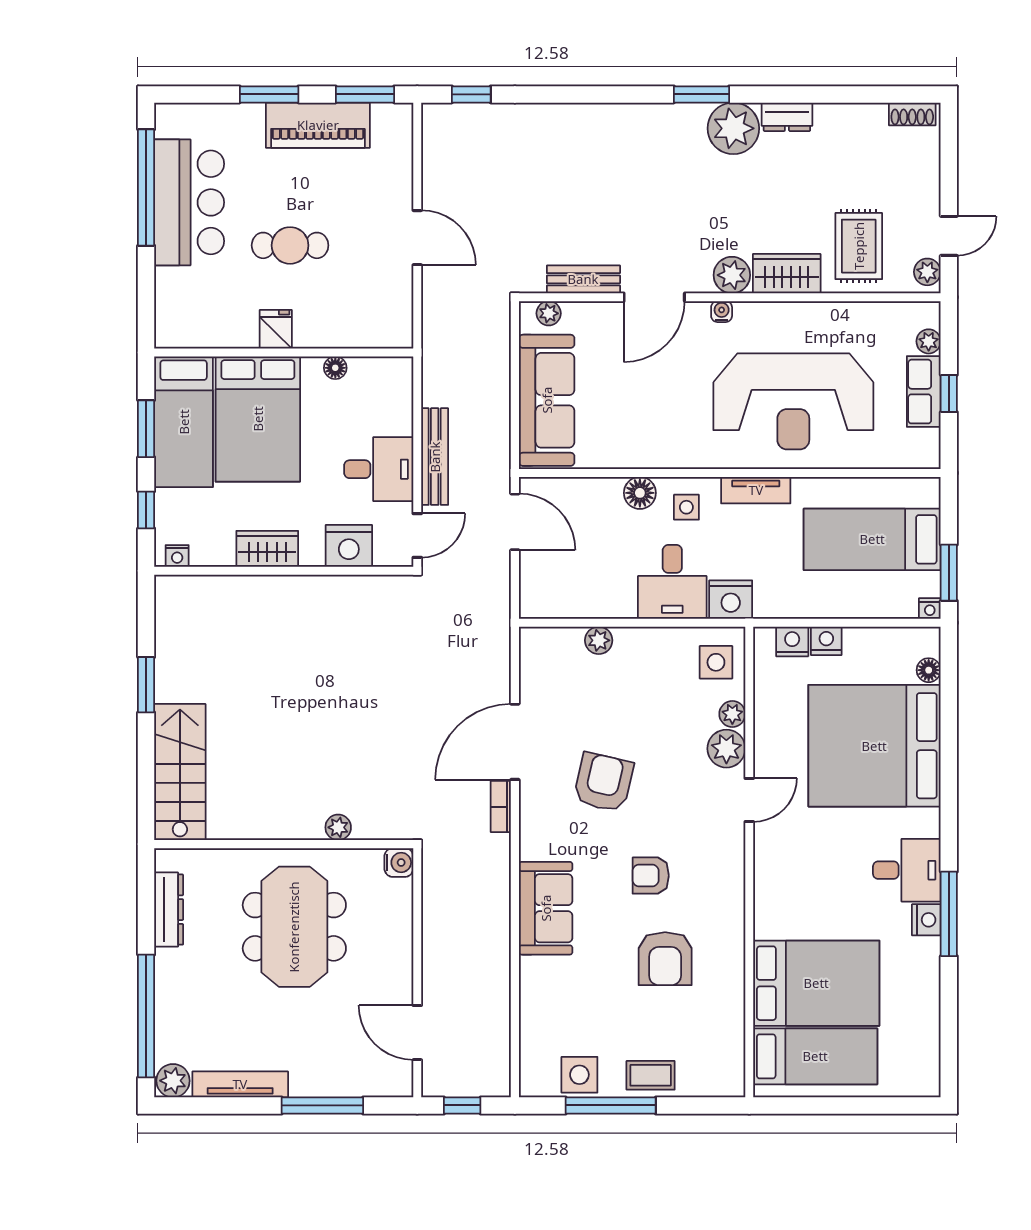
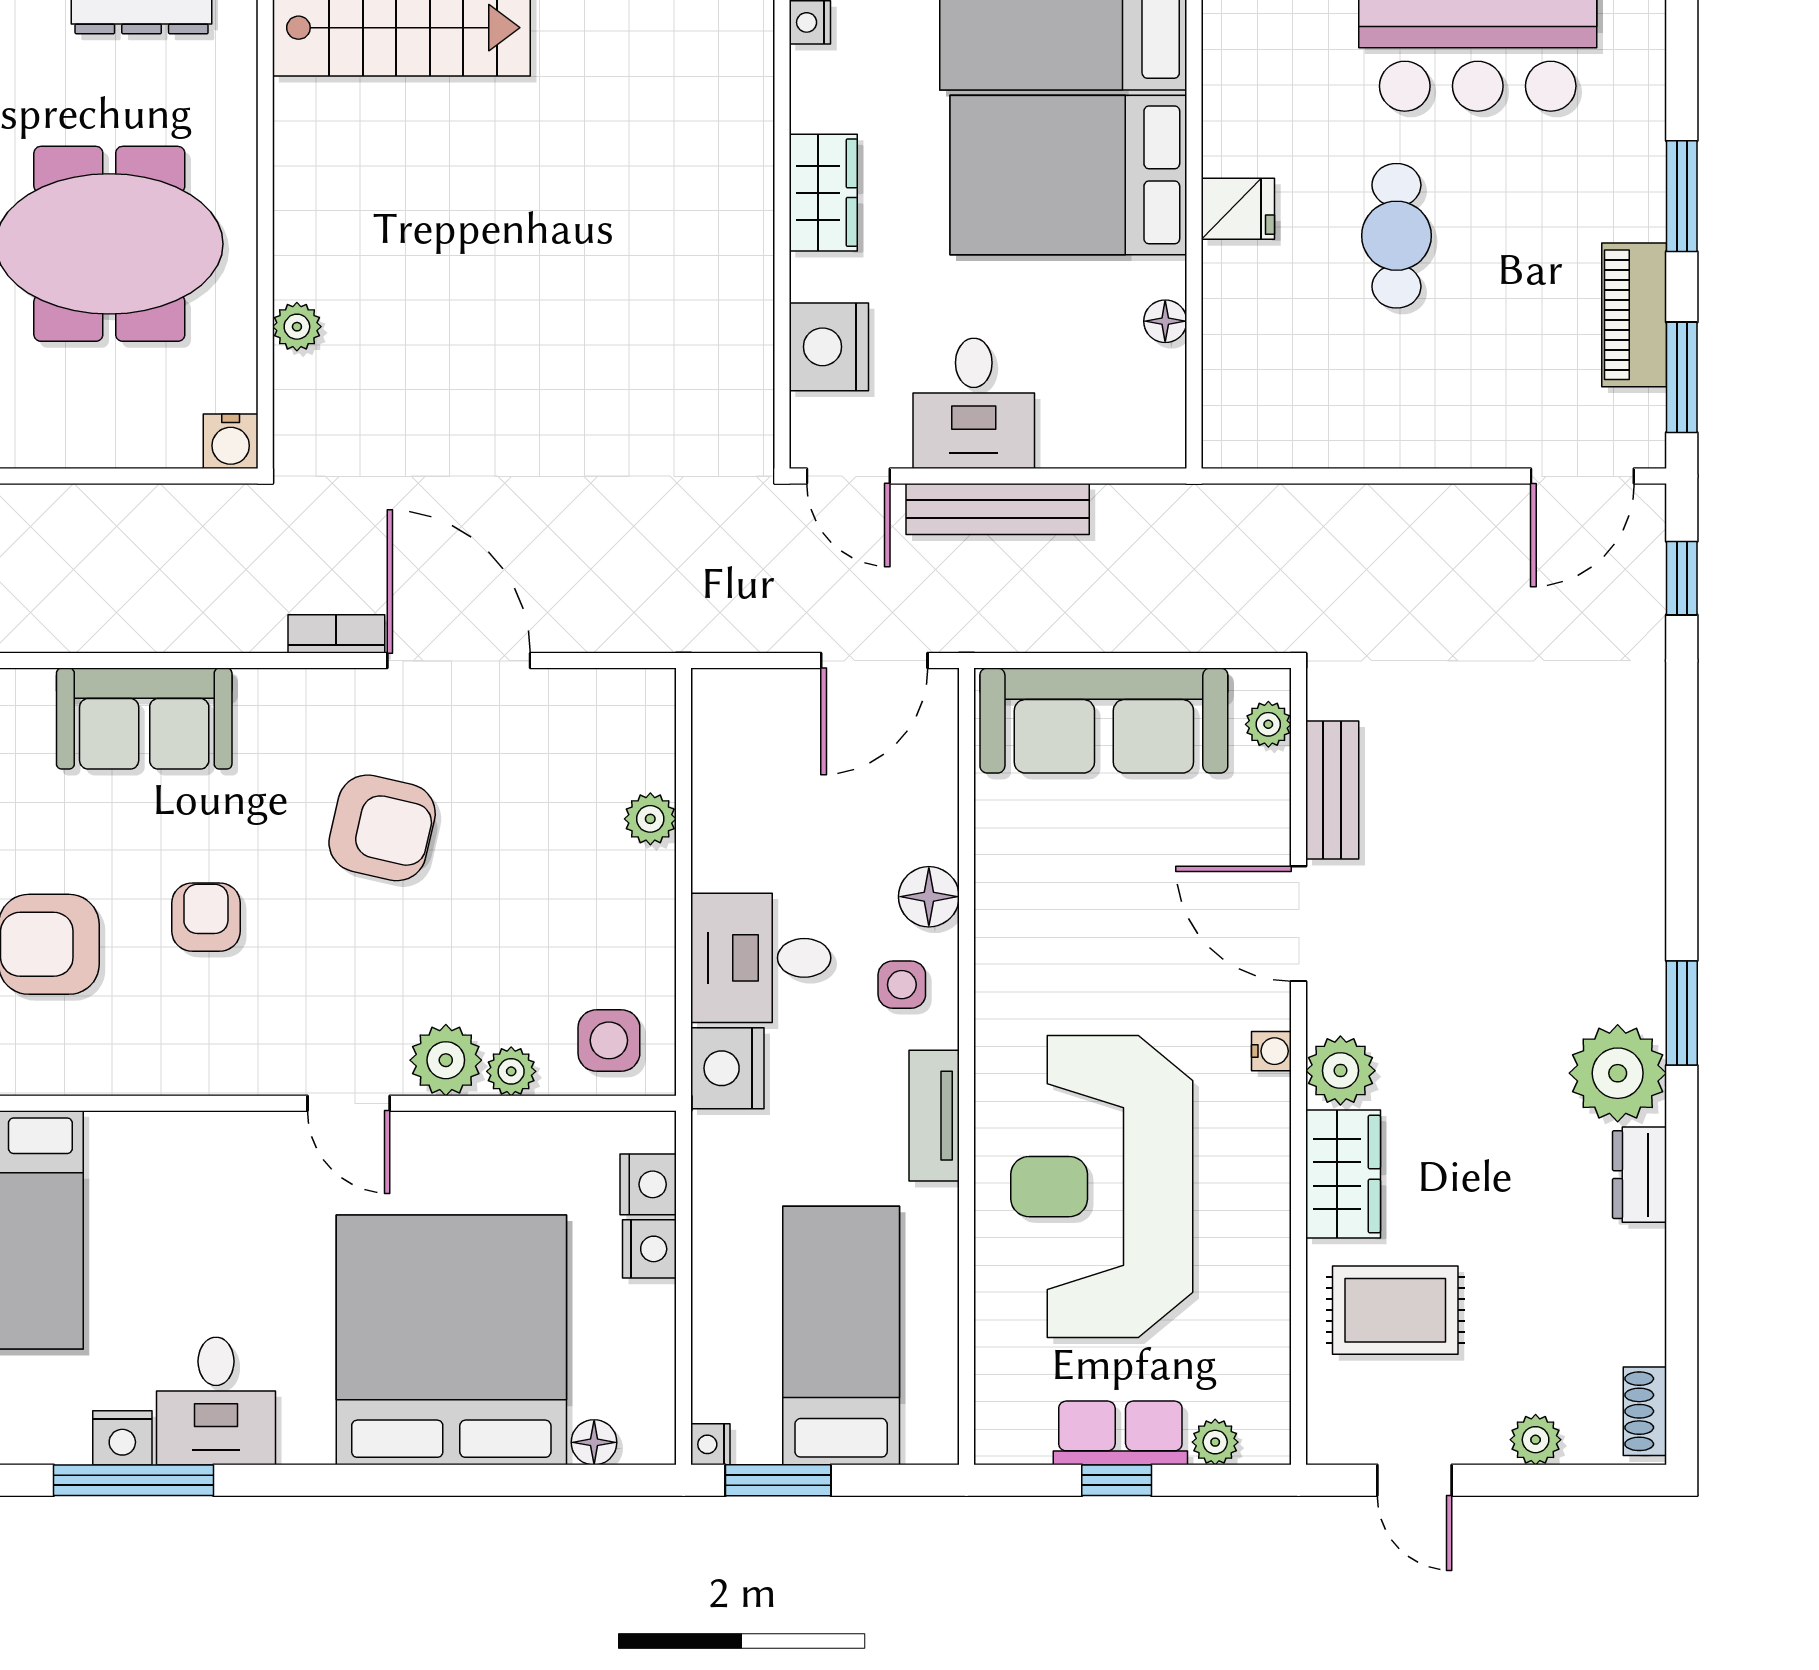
piano: (318, 125) -> (1634, 315), width x0.73, depth x0.75
door: (417, 238) -> (1582, 476), moved
plant: (927, 272) -> (1536, 1440), moved

